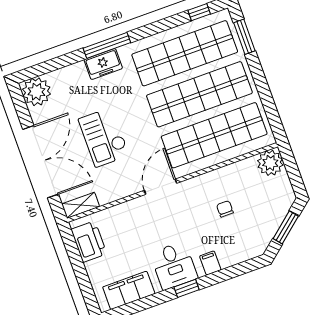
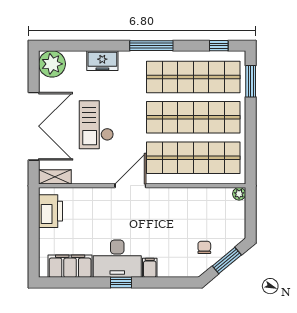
window: (107, 45) -> (151, 46), moved
freezer: (103, 64) -> (102, 61), moved
plant: (270, 163) -> (239, 194), width x0.53, depth x0.53
chair: (225, 209) -> (204, 247), moved
desk: (174, 266) -> (117, 259), width x1.37

